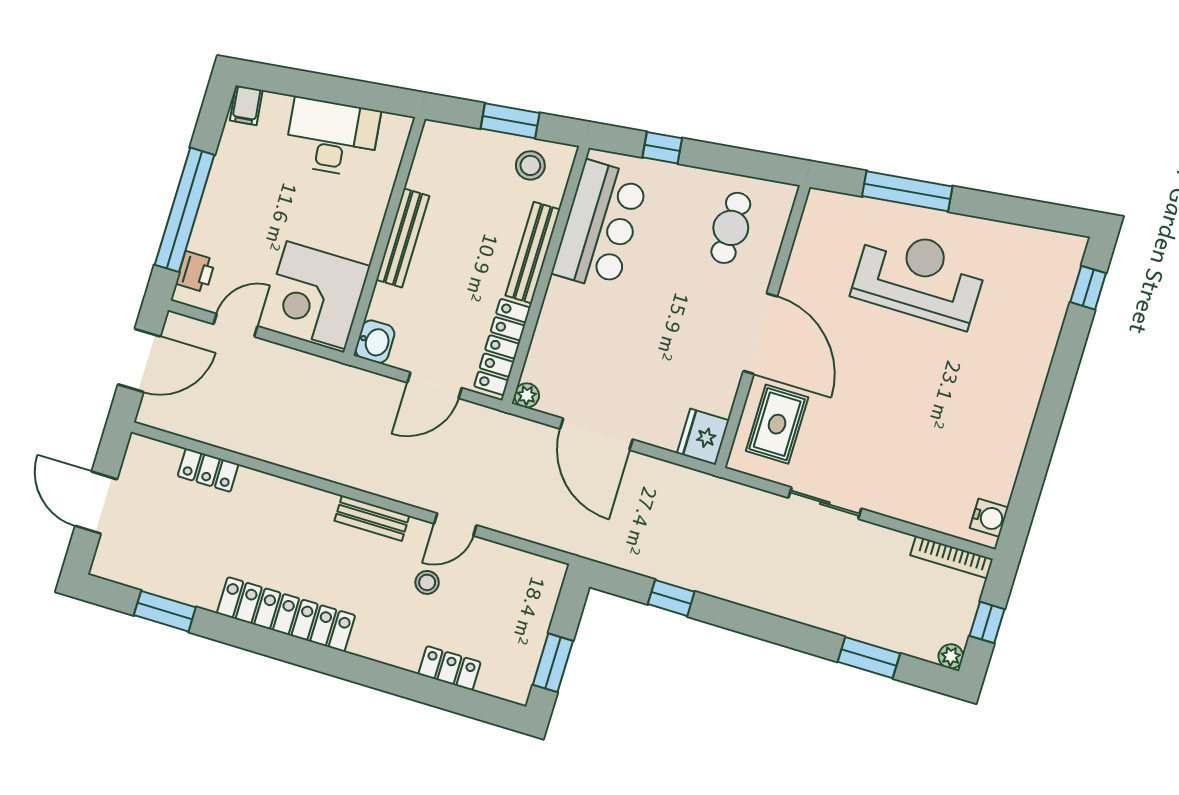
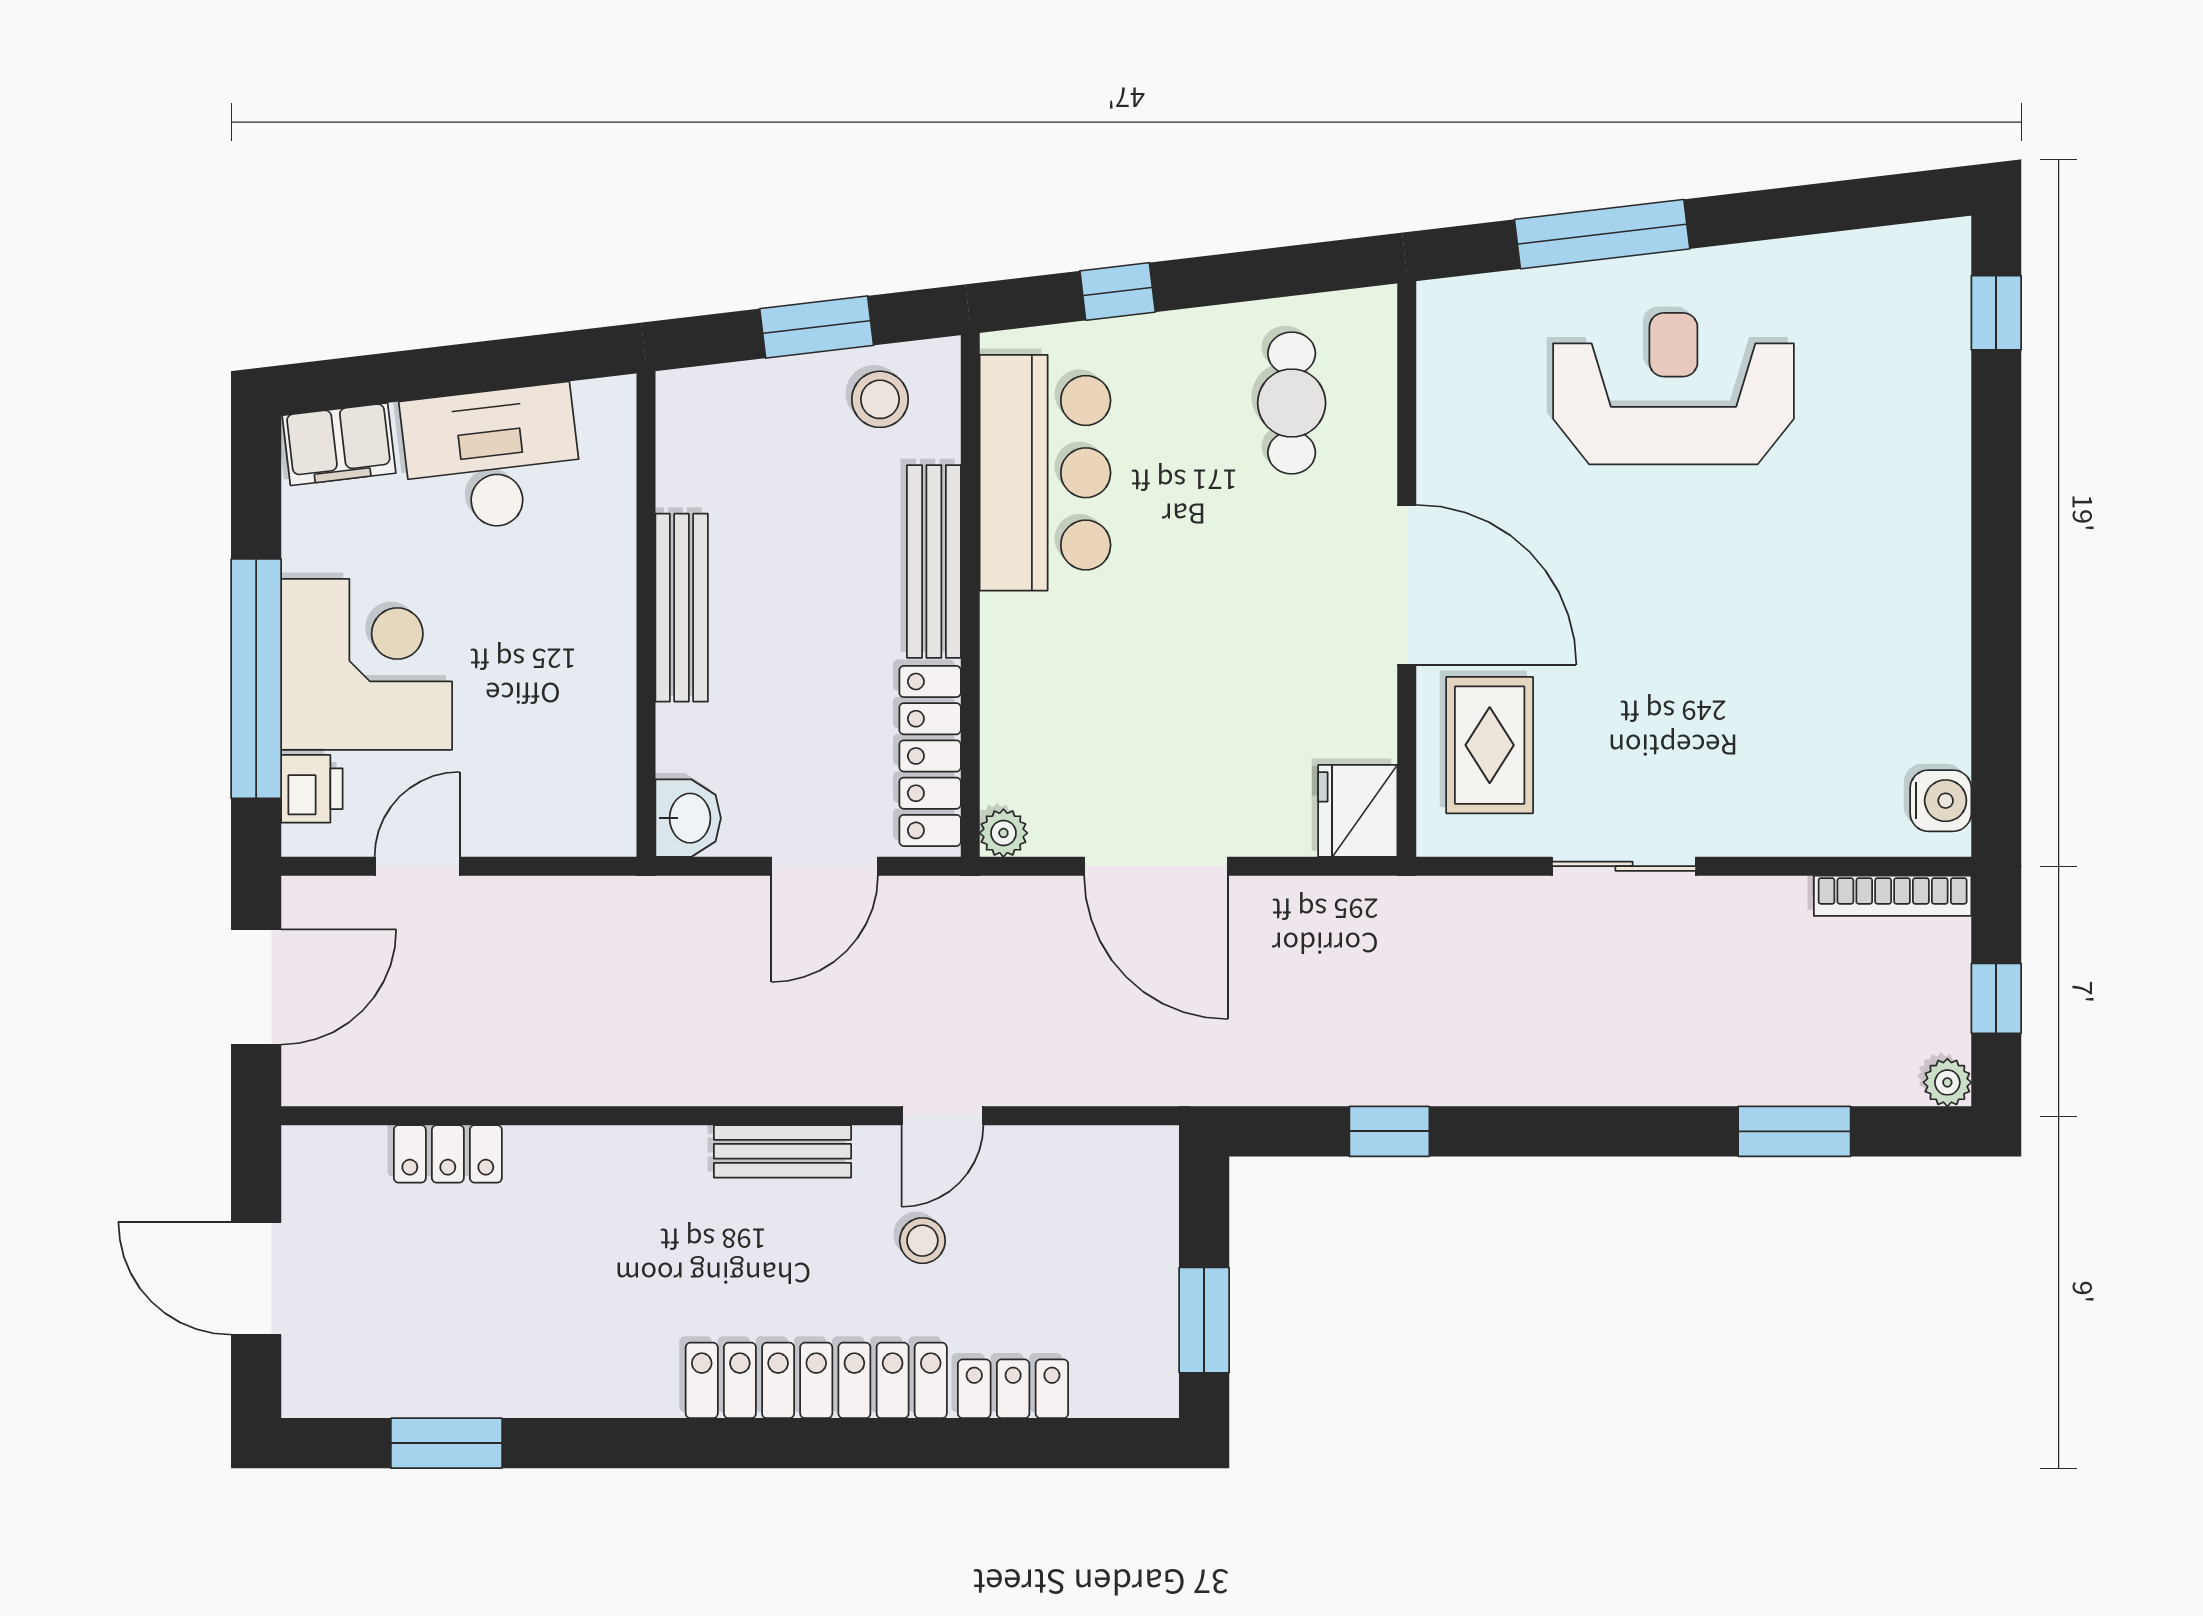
filing cabinet: (246, 105) -> (339, 444), width x2.00
corner desk: (316, 295) -> (367, 664), moved, turned 180
locker: (286, 614) -> (816, 1380), moved

